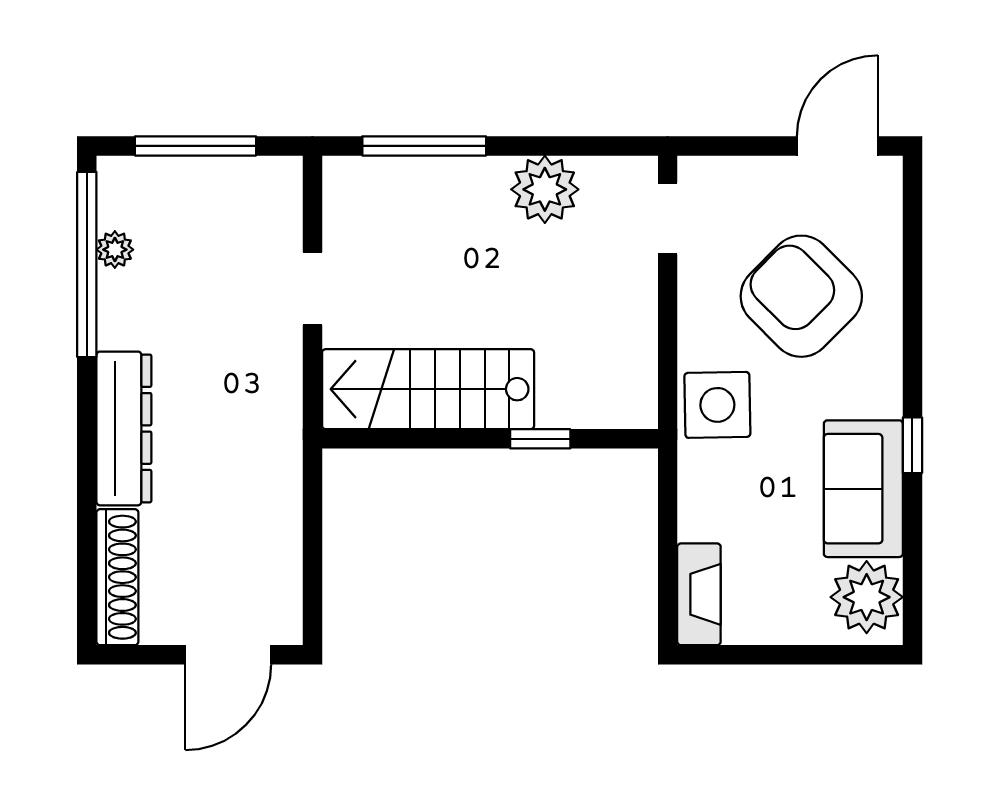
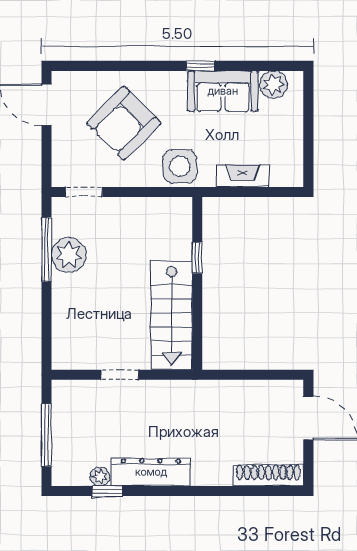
window: (424, 146) -> (46, 249), moved
window: (87, 264) -> (108, 491), width x0.32
dresser: (124, 428) -> (151, 472), moved
fireplace: (699, 594) -> (243, 176), moved
plant: (867, 597) -> (274, 85), width x0.73, depth x0.73

